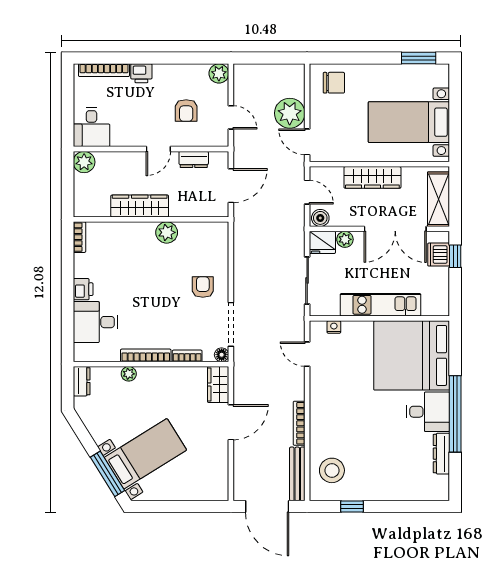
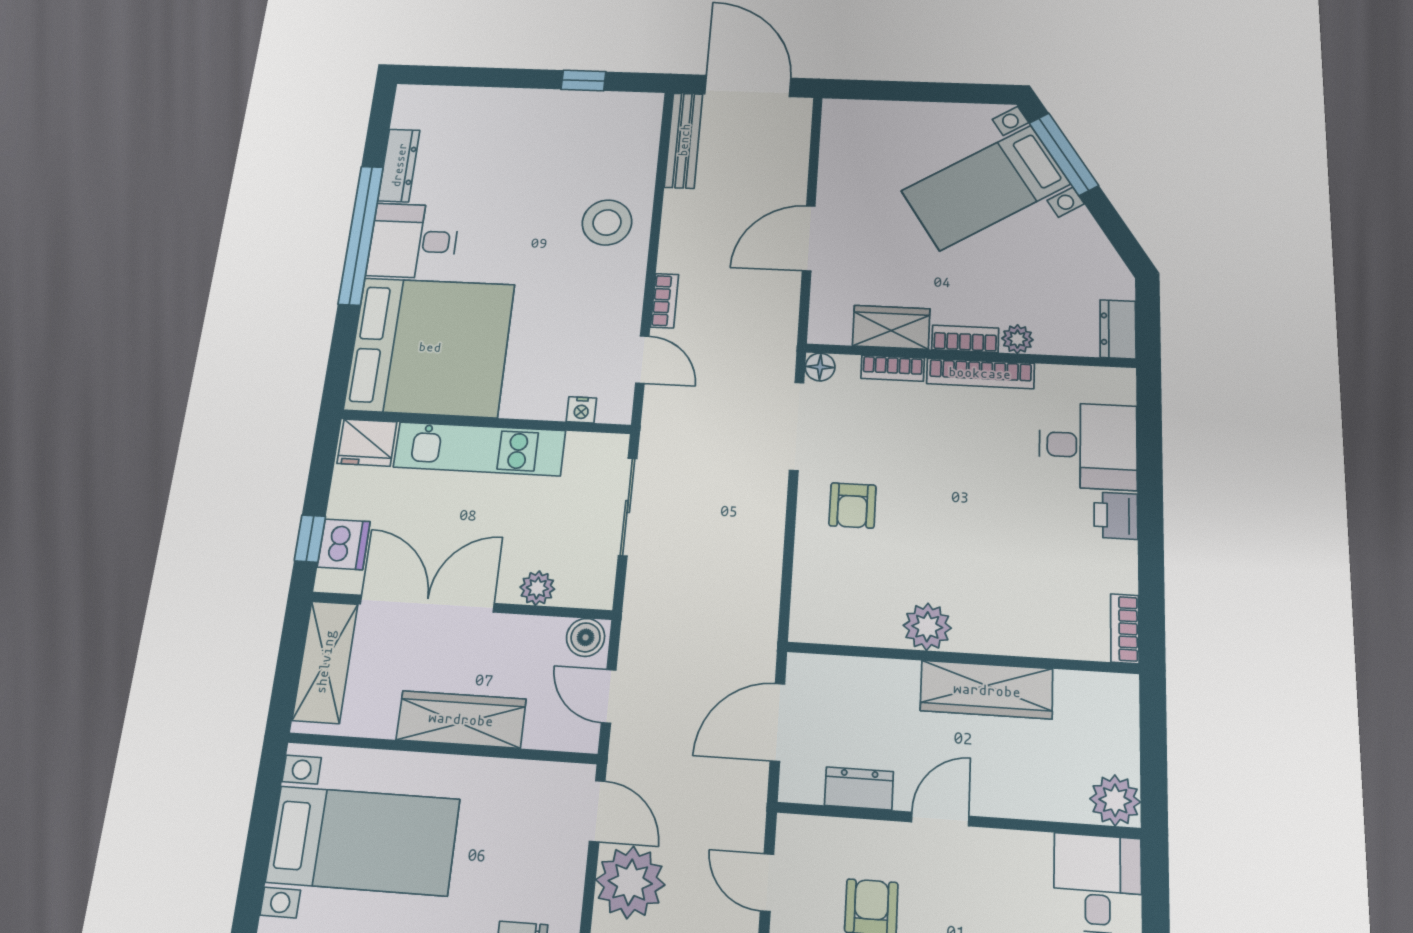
fridge: (322, 242) -> (367, 443), moved, turned 180
bookcase: (153, 373) -> (965, 339), added
wardrobe: (218, 385) -> (891, 327), moved, turned -90
bookcase: (299, 423) -> (664, 301), moved, width x0.64
stool: (332, 470) -> (607, 222), moved

